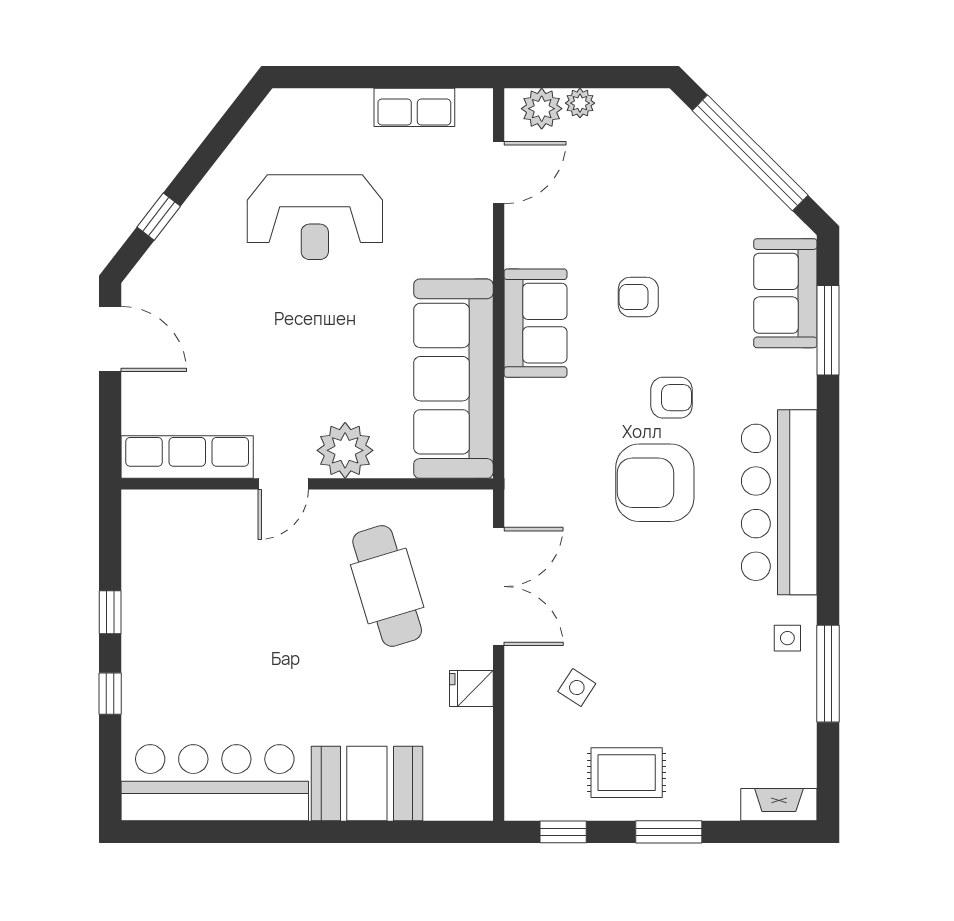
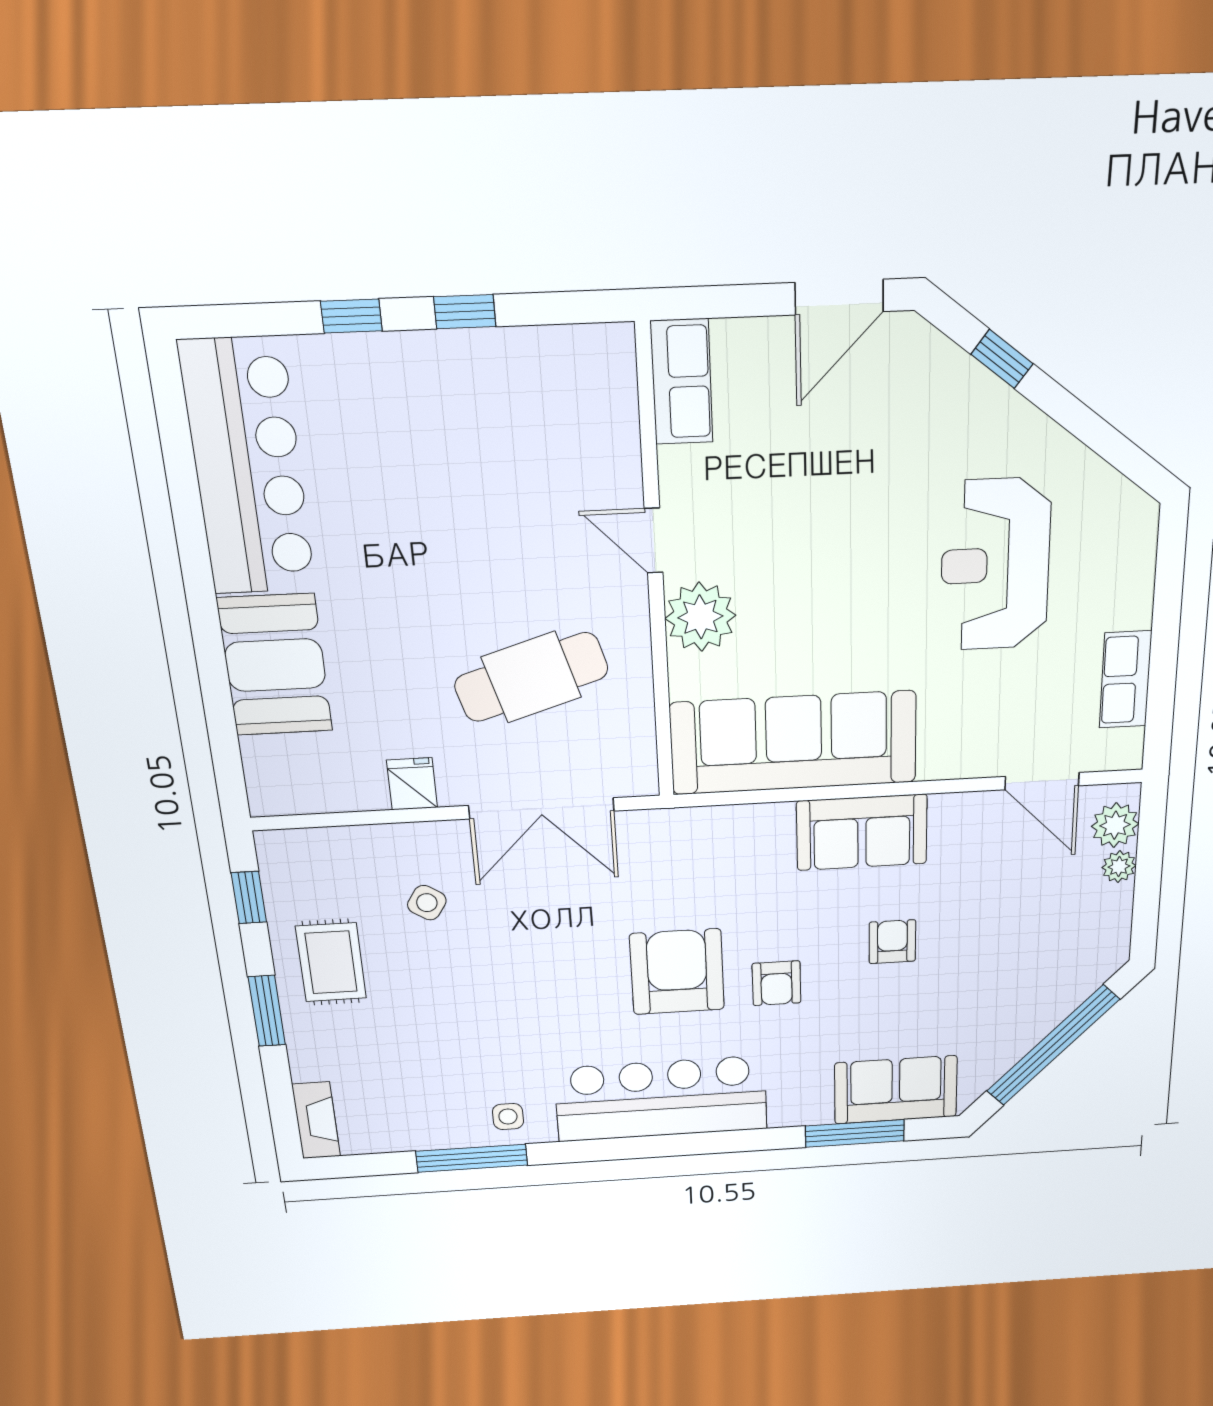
row of seats: (187, 457) -> (682, 382), width x0.68

